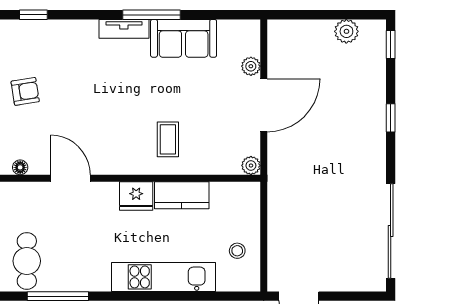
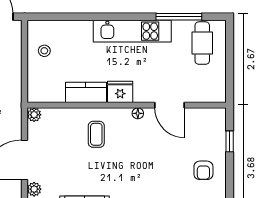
armchair: (25, 91) -> (203, 170), turned -81
floor lamp: (20, 167) -> (138, 113), moved
kitchen unit: (164, 277) -> (132, 31), moved

